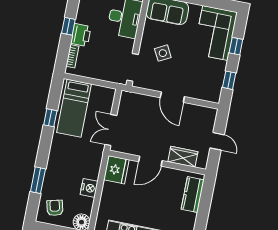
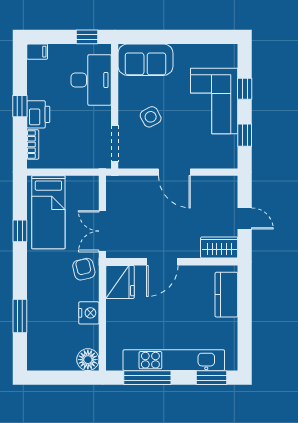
corner sofa: (215, 33) -> (214, 101), moved
wardrobe: (183, 157) -> (219, 248), moved
armchair: (55, 208) -> (84, 269), moved

